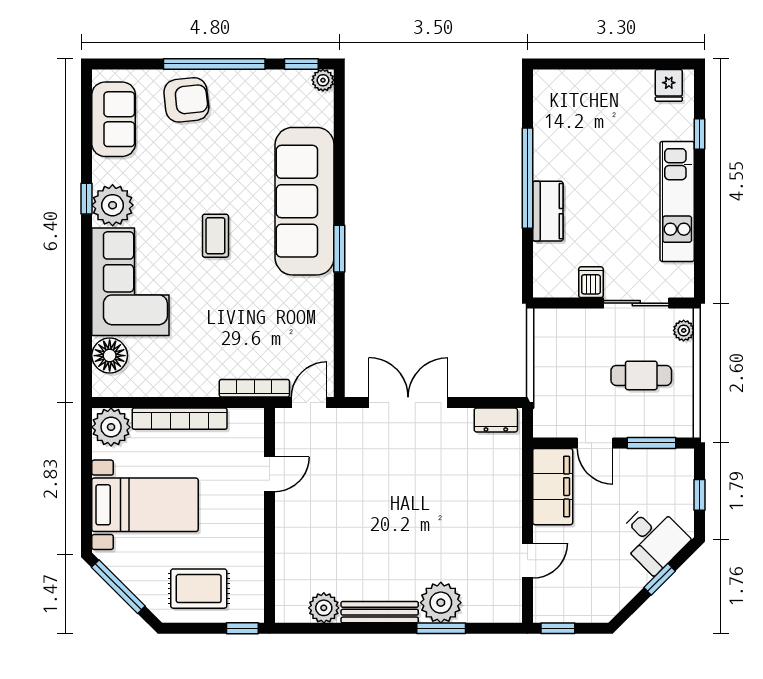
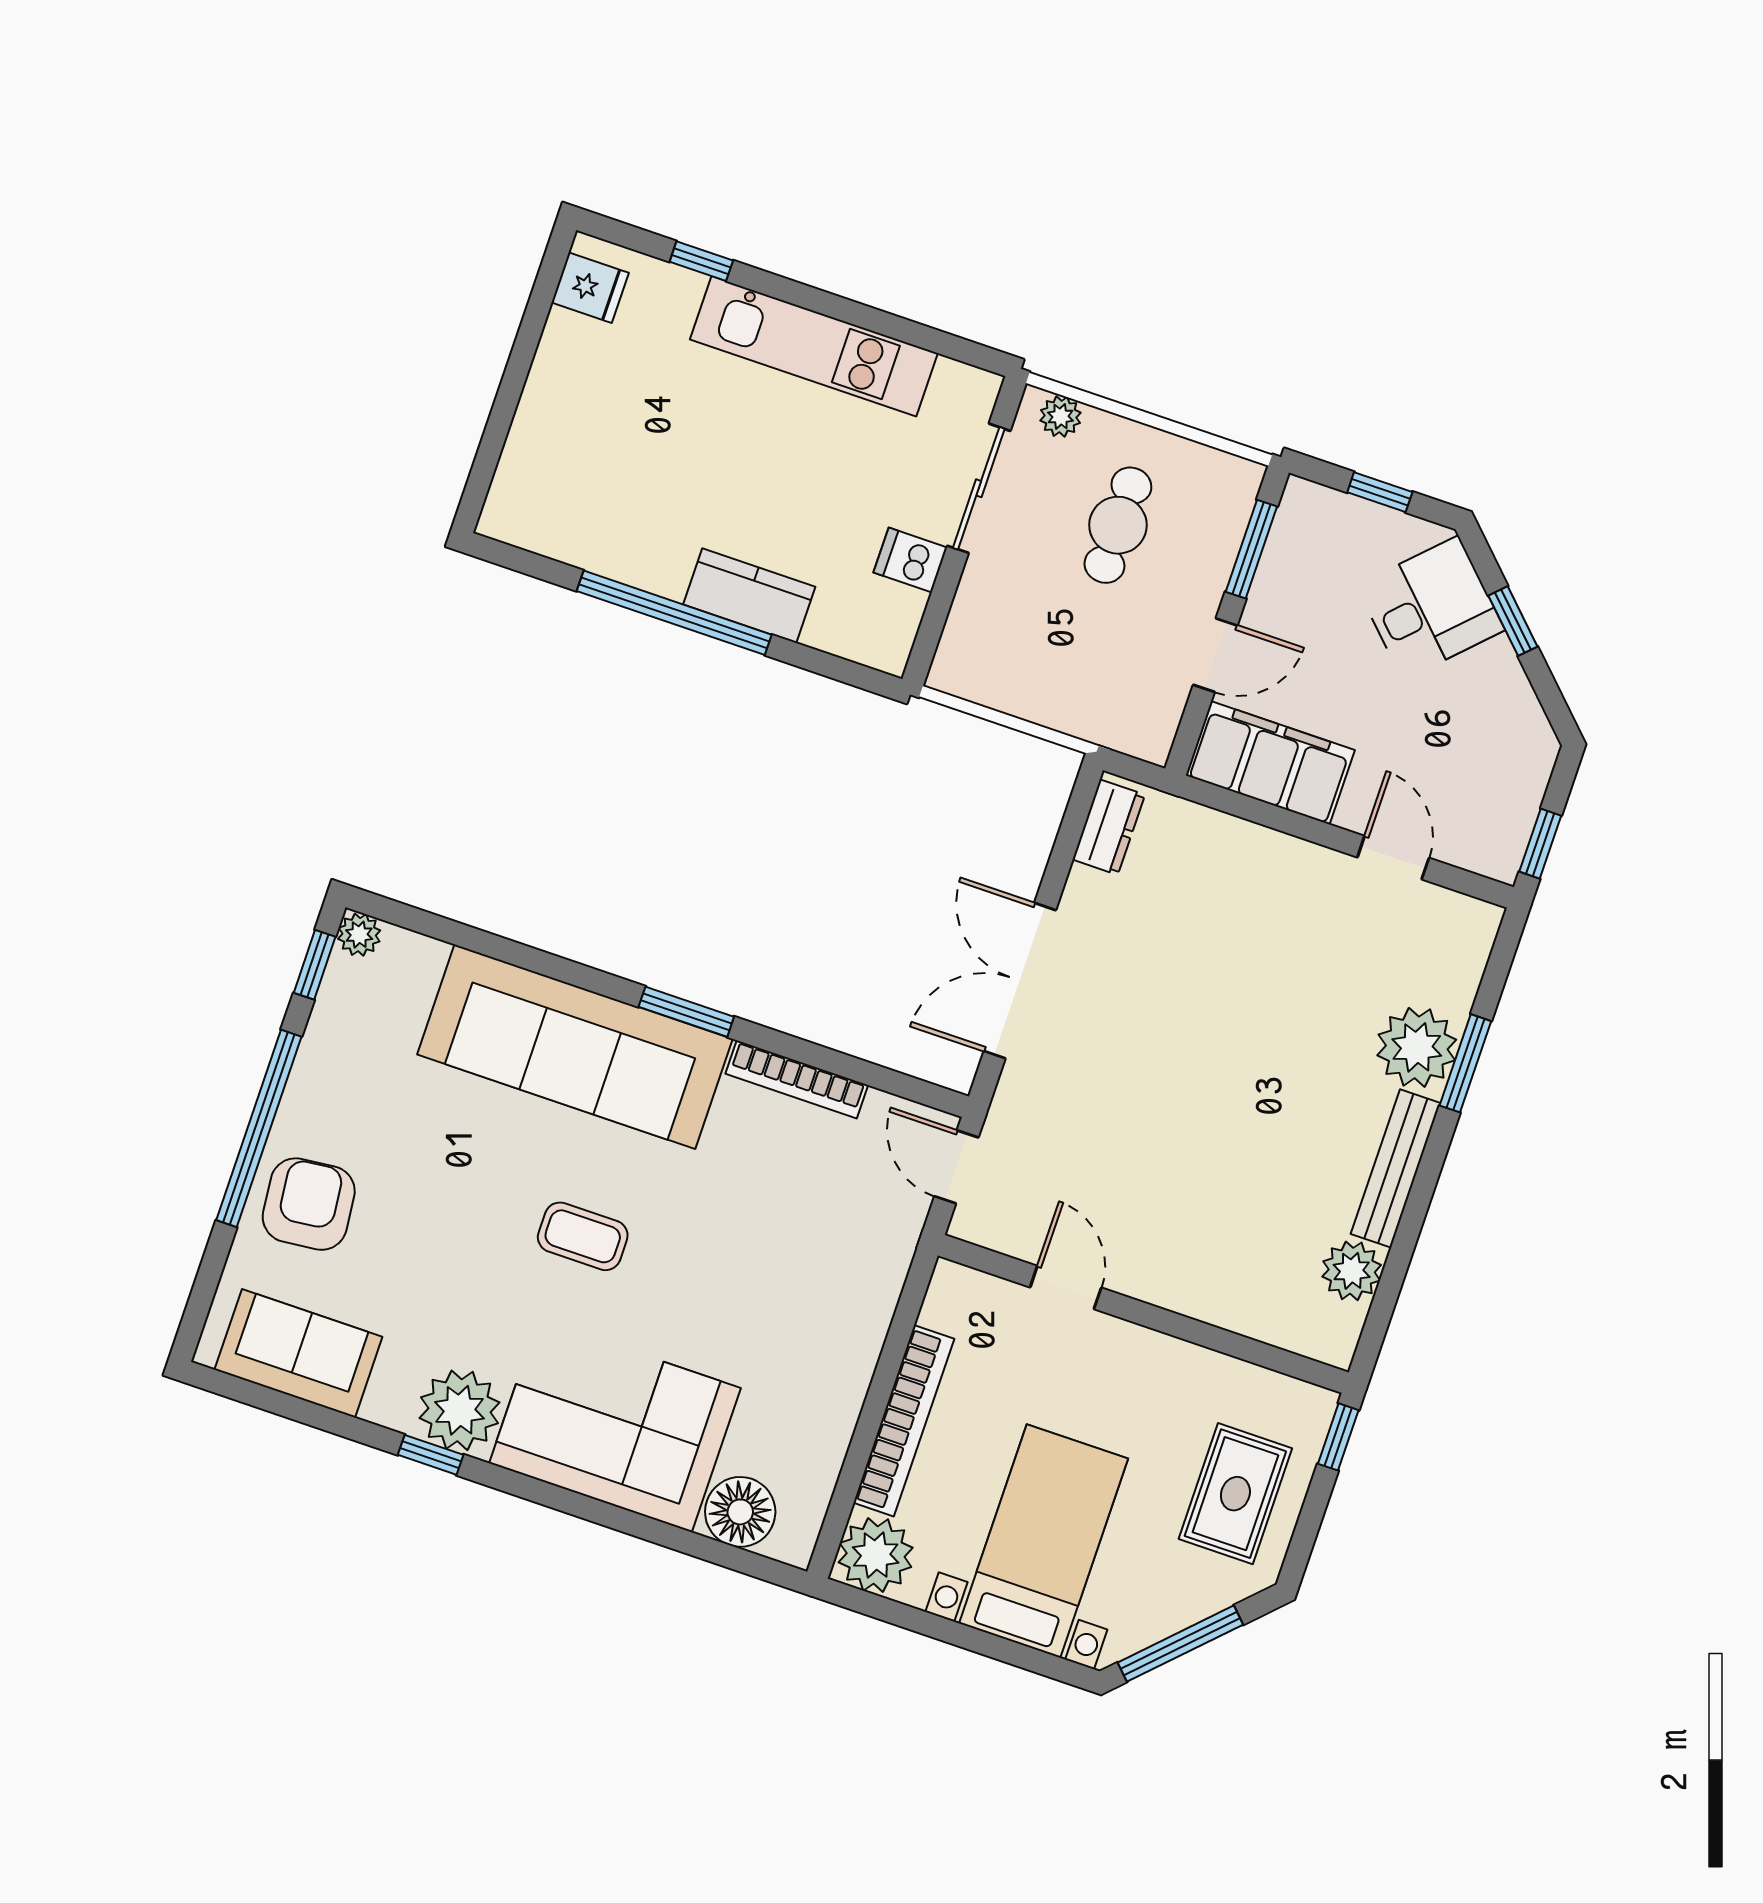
bookcase: (254, 388) -> (797, 1079), moved, turned -90

